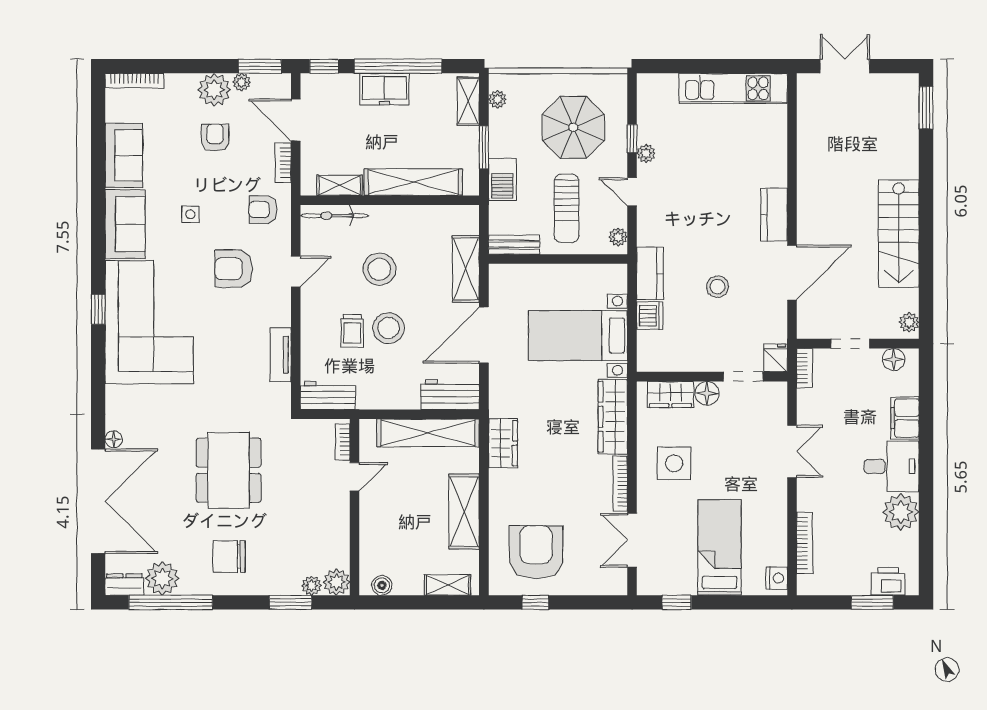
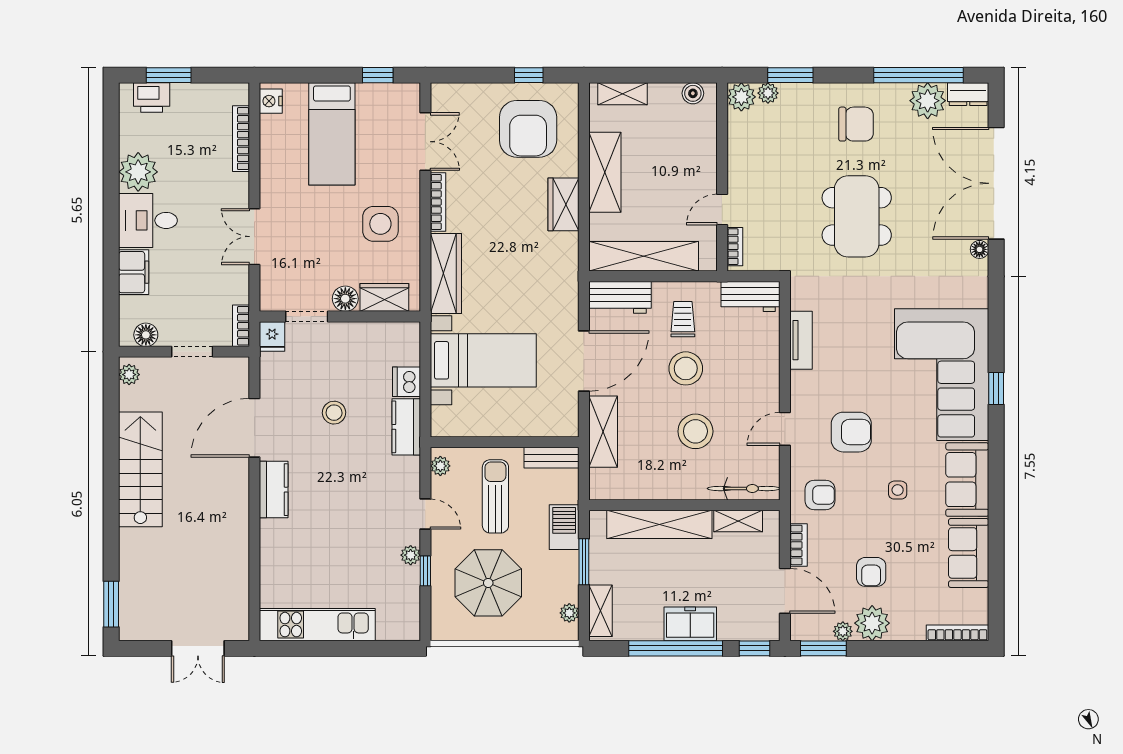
trolley: (352, 331) -> (683, 319), moved
wardrobe: (503, 443) -> (563, 204), moved

